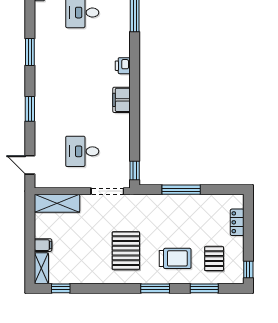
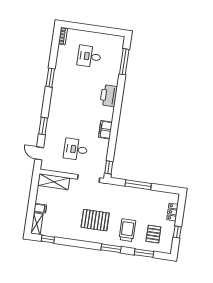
printer: (123, 66) -> (109, 96), width x1.87, depth x1.48
filing cabinet: (122, 100) -> (105, 130), moved
window: (30, 109) -> (43, 126), moved
pallet: (126, 251) -> (95, 220), turned 90
trolley: (175, 258) -> (127, 230), turned -90
window: (248, 269) -> (177, 232), moved

